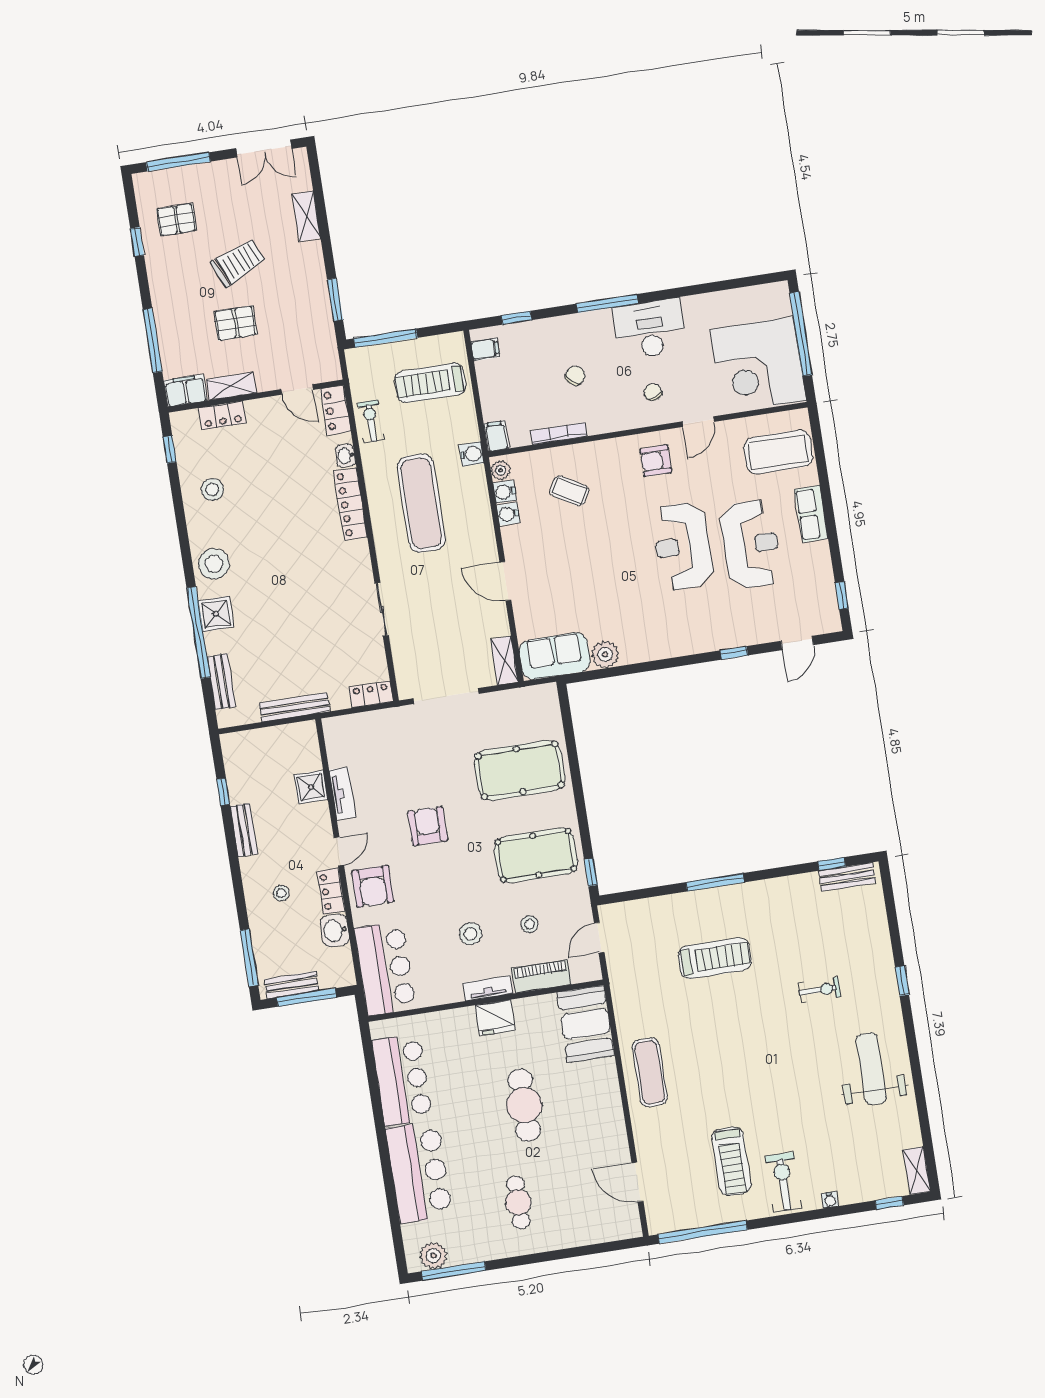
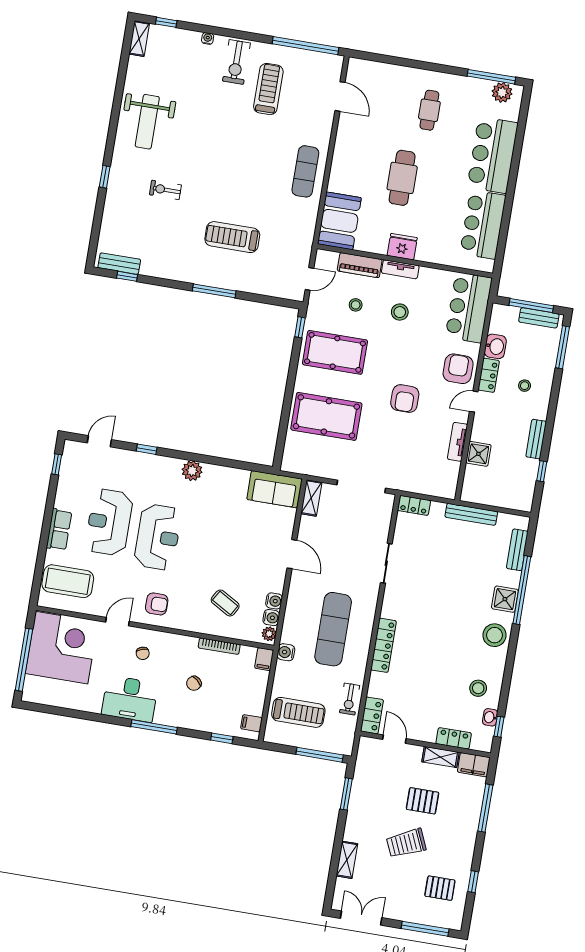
washbasin: (345, 456) -> (490, 717), moved, turned 180
plant: (605, 654) -> (192, 471), moved

